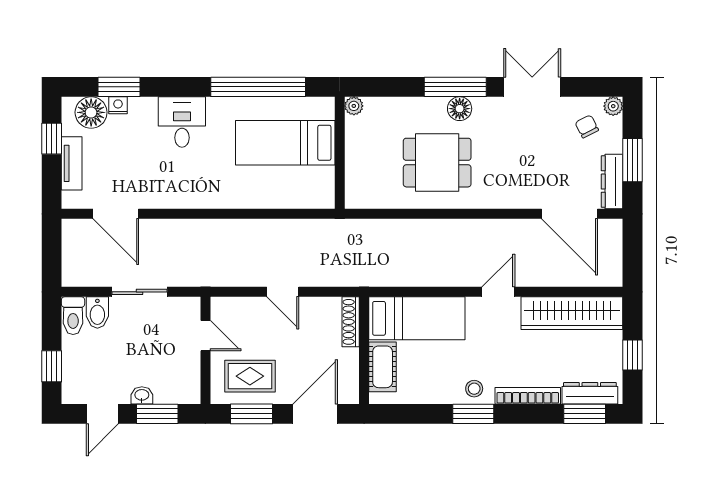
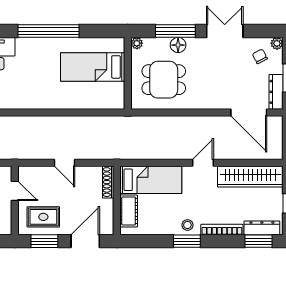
plant: (354, 106) -> (137, 43), moved
bed: (285, 143) -> (93, 67), moved
wall: (340, 153) -> (128, 73), moved

